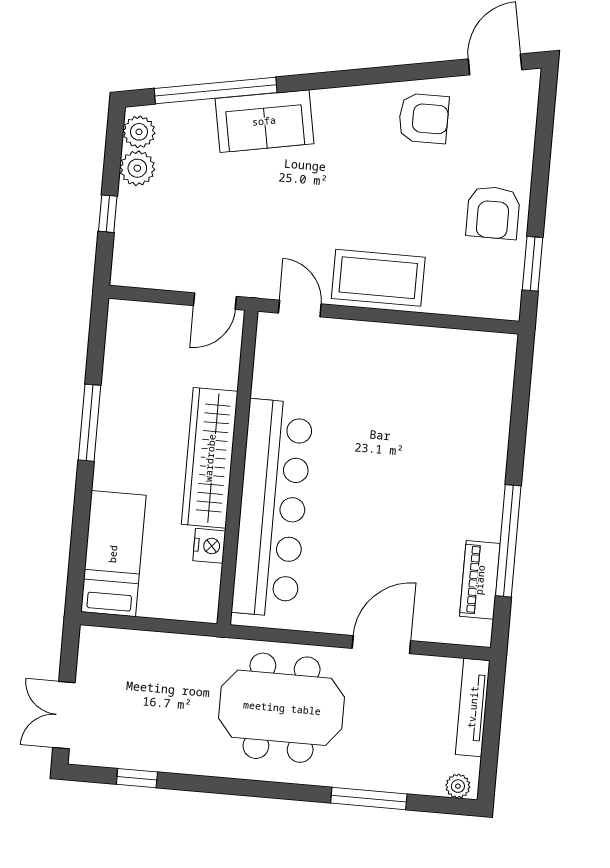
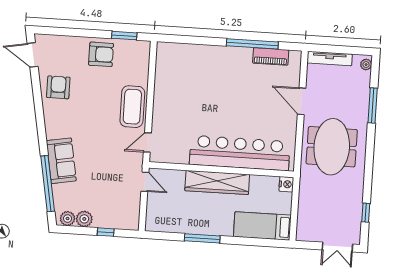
nightstand: (209, 546) -> (286, 184), moved, turned 90

